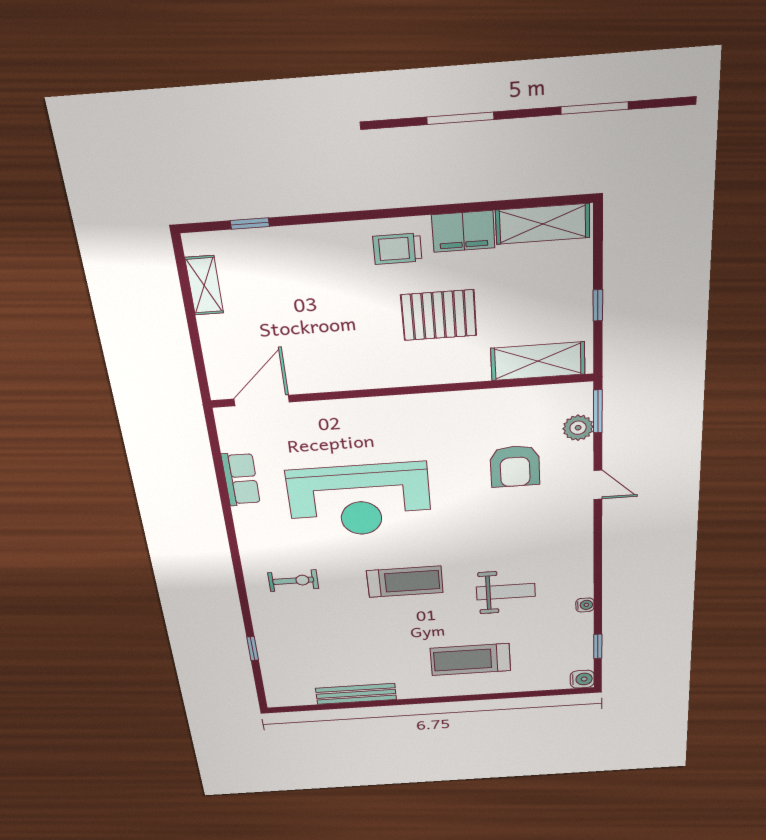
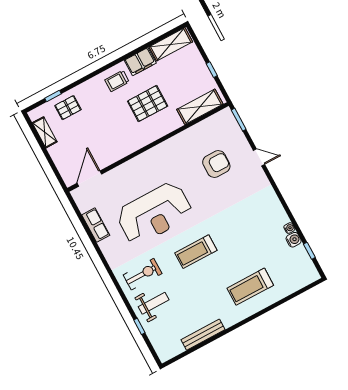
pallet: (272, 258) -> (68, 108), added
plant: (578, 428) -> (234, 132), removed
armchair: (515, 466) -> (216, 164), turned -90
exercise bike: (293, 581) -> (143, 274), width x1.38, depth x1.39
treadmill: (405, 582) -> (196, 252), turned 180
weight bench: (506, 592) -> (154, 303), moved
water cooler: (582, 679) -> (294, 240), moved

